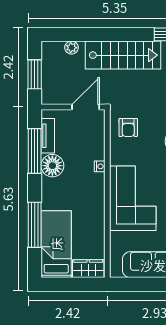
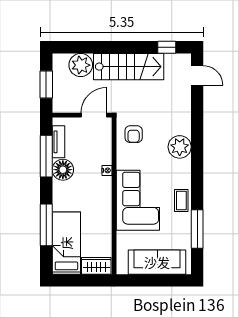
plant: (72, 48) -> (81, 65), width x1.88, depth x1.88

